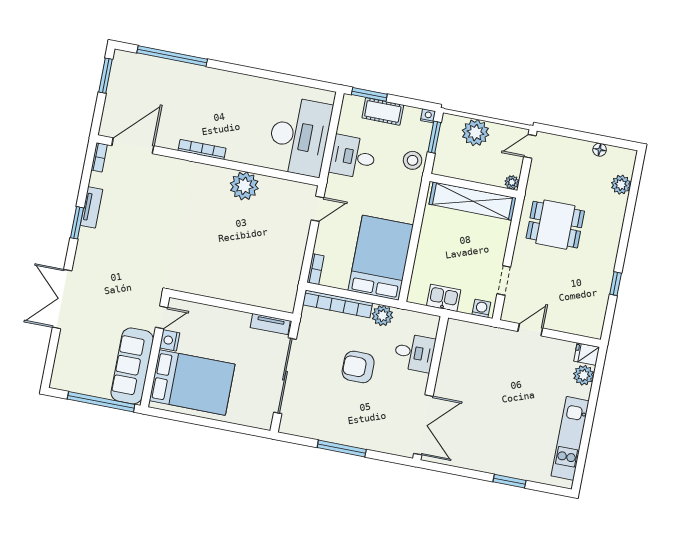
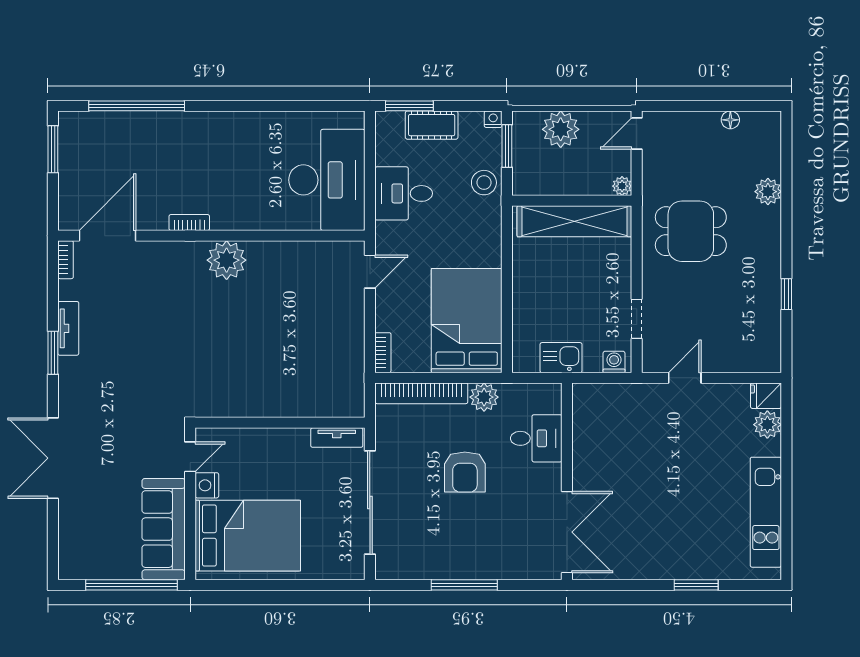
bookcase: (202, 149) -> (189, 223), width x0.64
plant: (621, 185) -> (768, 192), moved
plant: (244, 186) -> (227, 260), moved
armchair: (358, 367) -> (465, 472), turned -90

